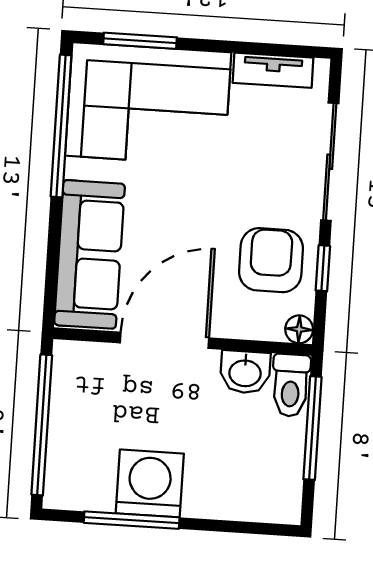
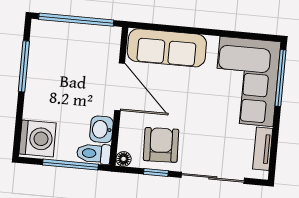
window: (140, 41) -> (281, 78), width x1.44
window: (61, 126) -> (236, 34), removed
armchair: (271, 260) -> (161, 145), turned -92
washing machine: (150, 483) -> (38, 138), moved

